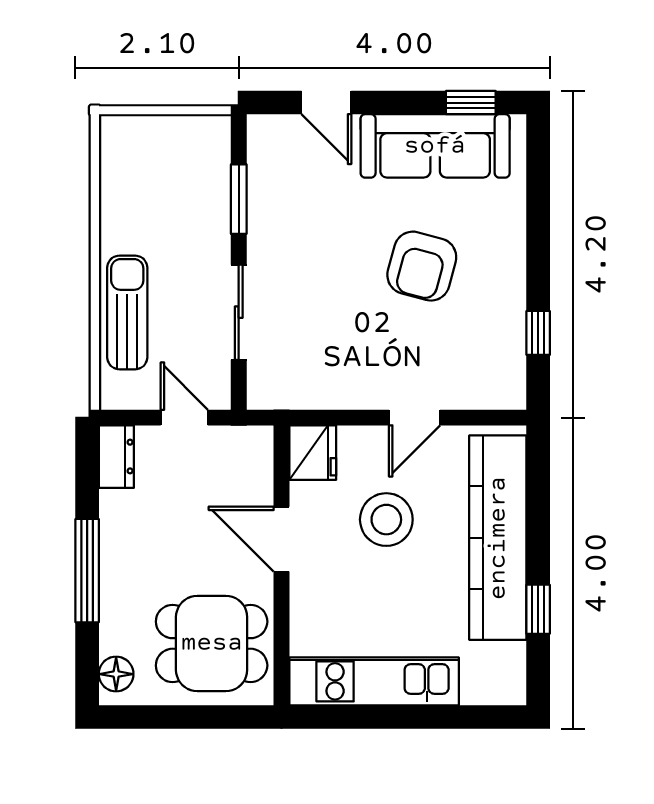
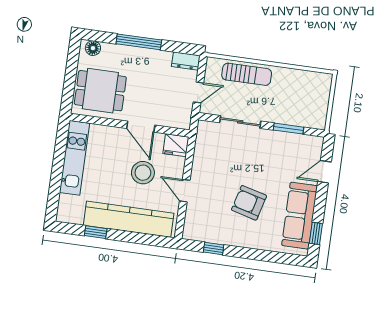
door: (282, 539) -> (141, 127), swing flipped
dining table: (212, 643) -> (100, 91), turned 90

